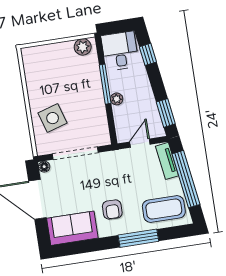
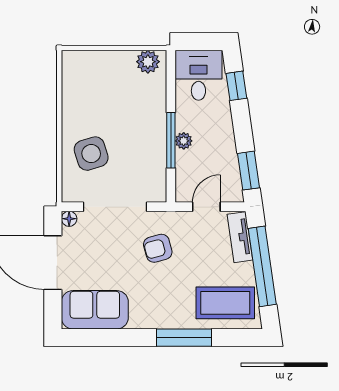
window: (105, 84) -> (171, 140), moved
armchair: (112, 209) -> (158, 248), moved, turned 75

